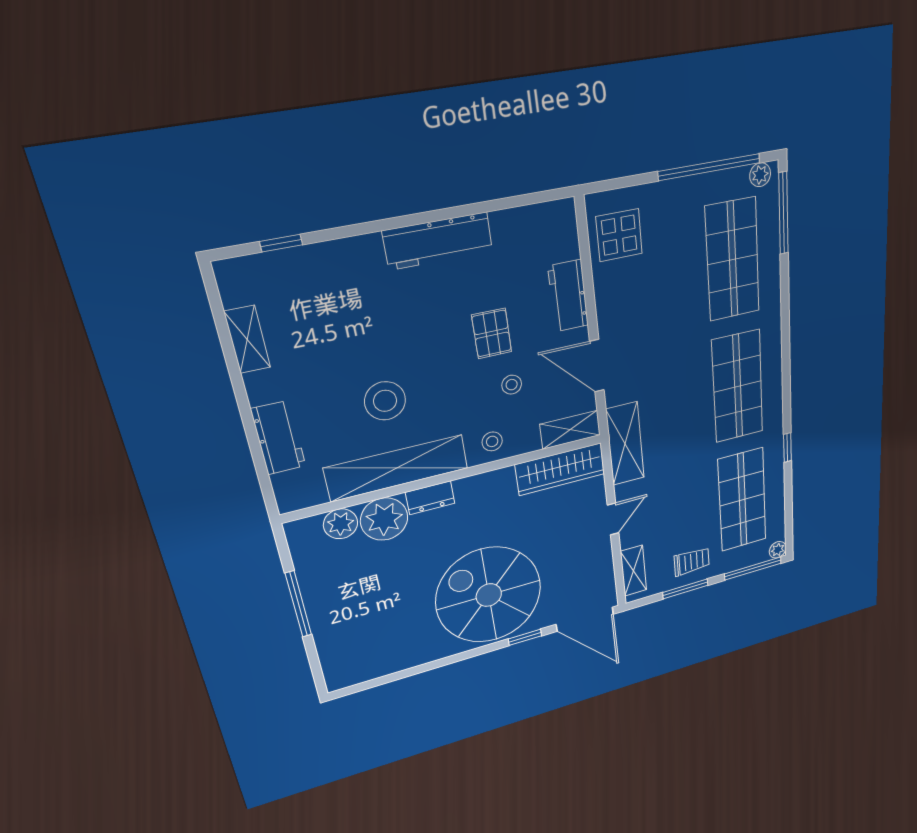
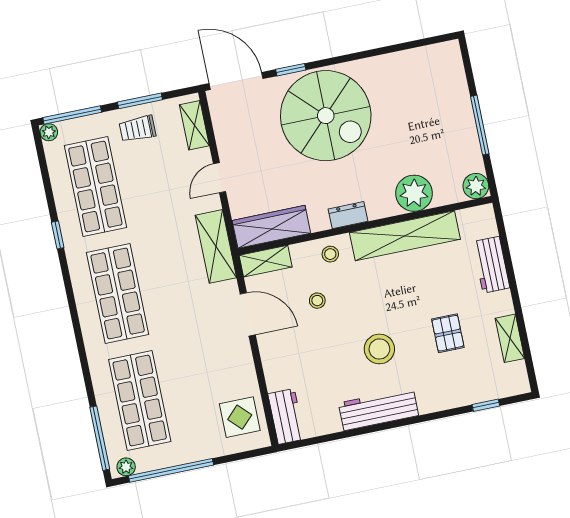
workbench: (568, 296) -> (286, 416), moved
pallet: (492, 333) -> (448, 333), moved
stool: (385, 401) -> (379, 349), moved
dresser: (430, 498) -> (348, 215), moved
plant: (341, 524) -> (476, 186), moved

